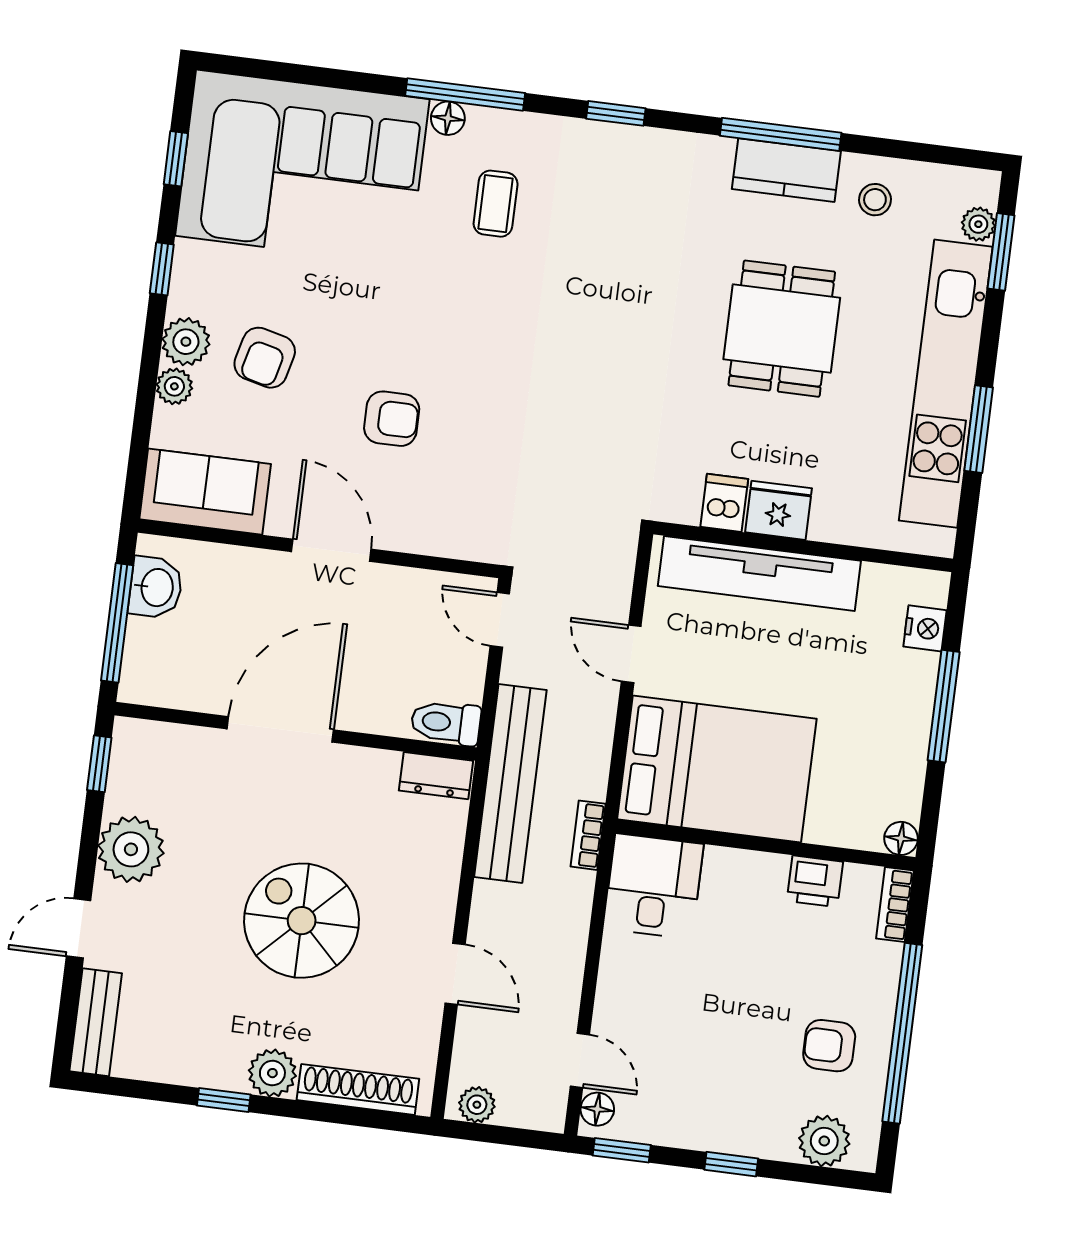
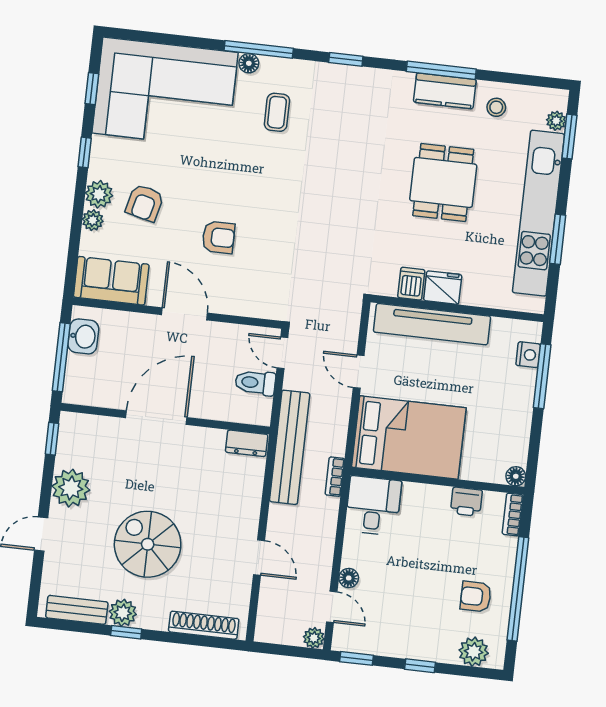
window: (944, 706) -> (542, 376), moved
toilet: (446, 723) -> (255, 383), moved
spiral stairs: (302, 921) -> (148, 544), moved
bench: (96, 1022) -> (77, 610), moved, turned 90
plant: (272, 1073) -> (123, 613), moved
plant: (477, 1105) -> (314, 638), moved
floor lamp: (597, 1109) -> (349, 578), moved

